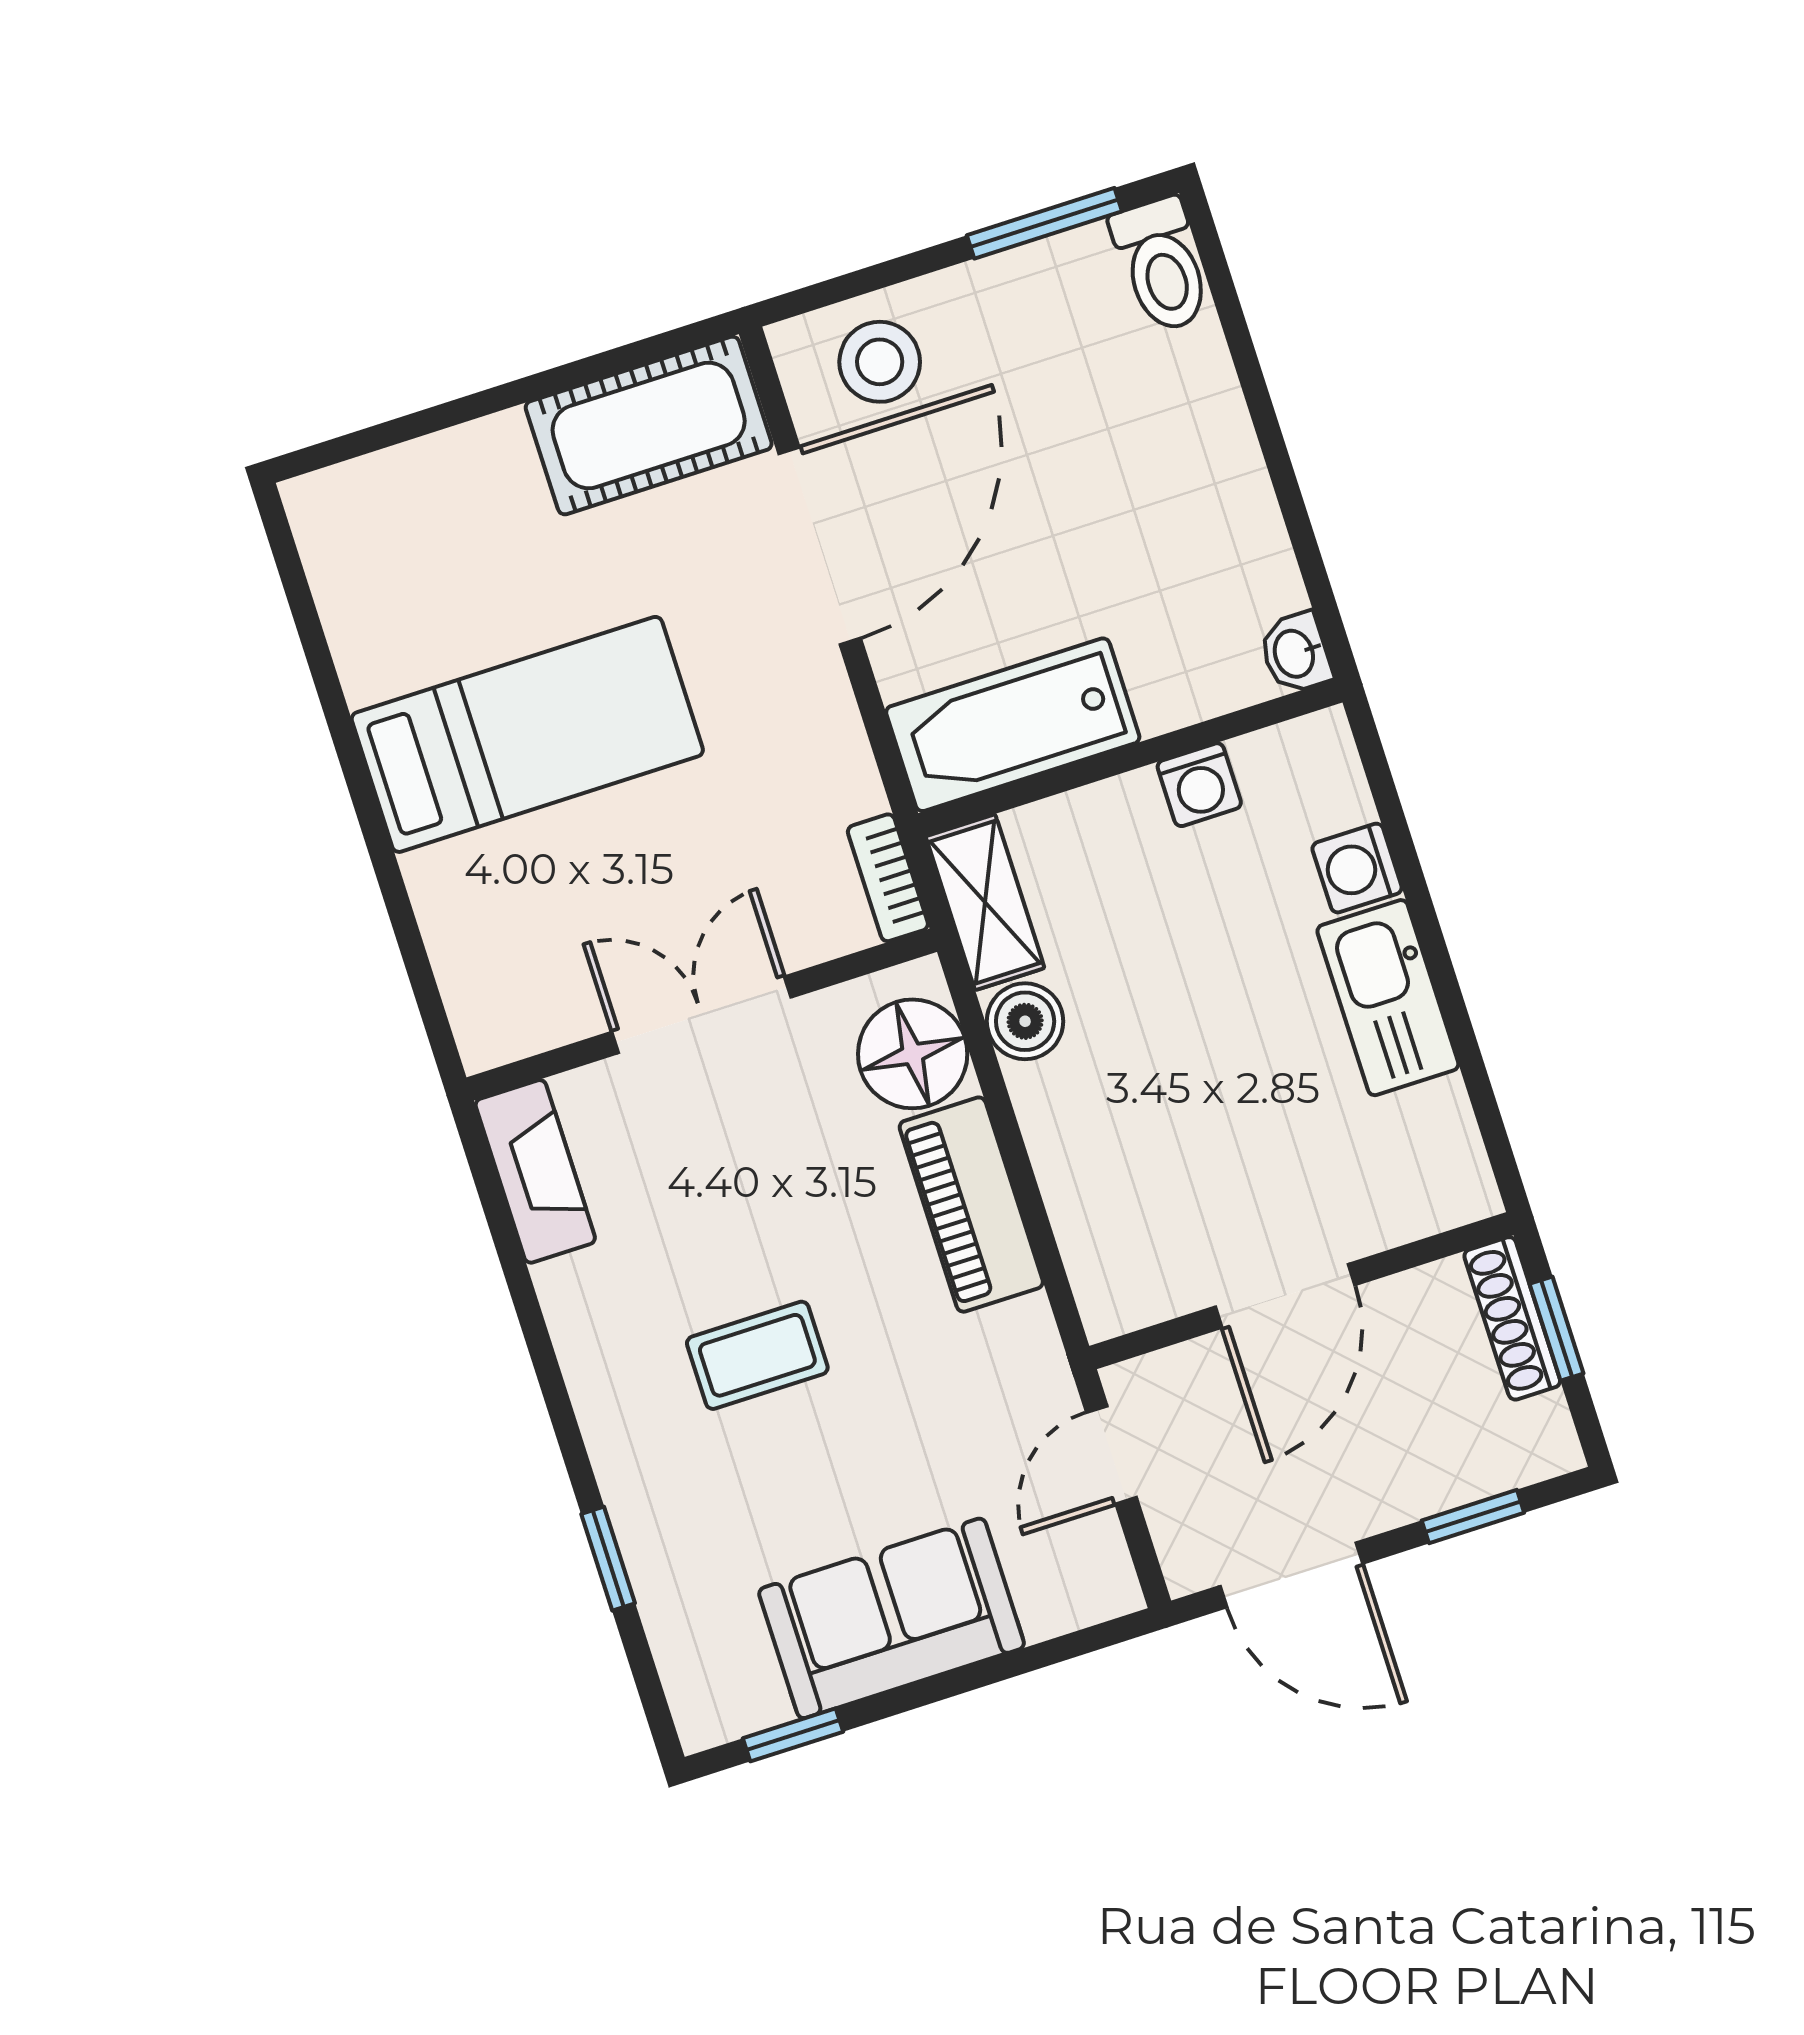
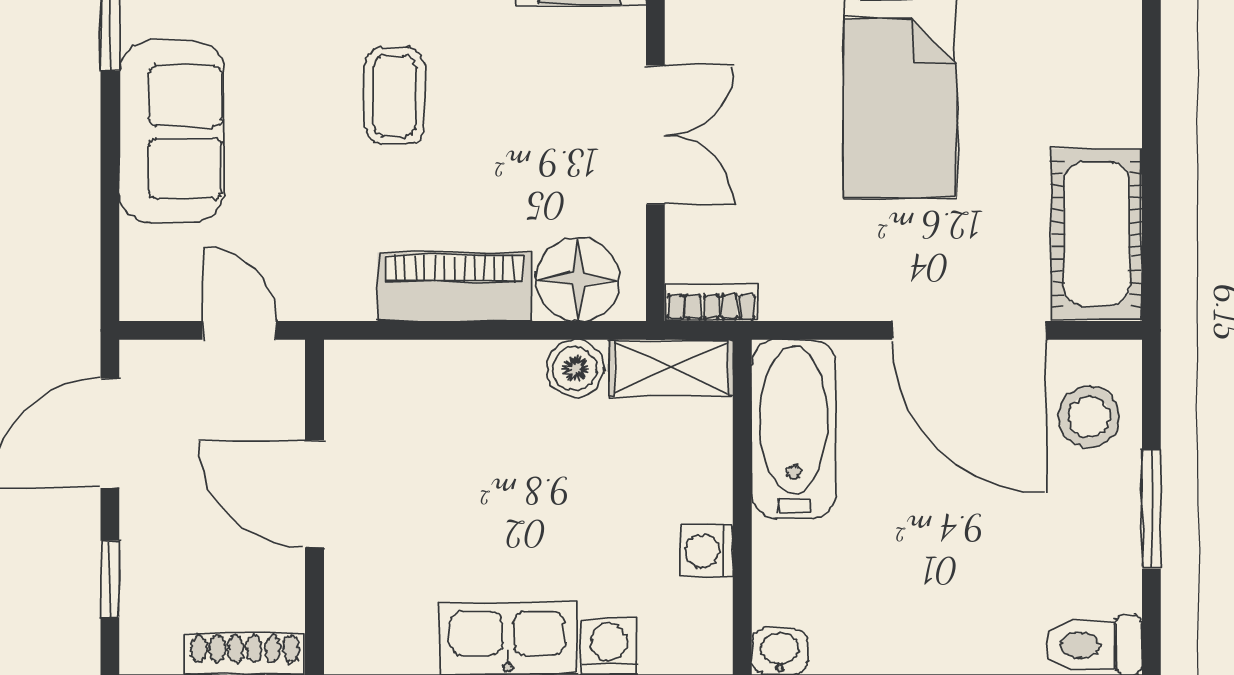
window: (1044, 223) -> (1151, 509), moved

